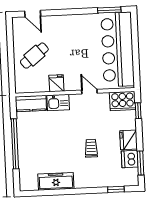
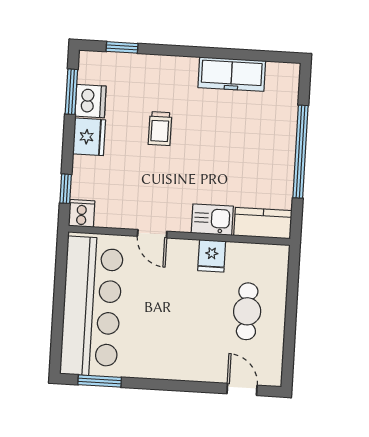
cafe table: (34, 56) -> (247, 311), turned -52
cooker: (123, 101) -> (82, 213), width x0.53, depth x0.76

